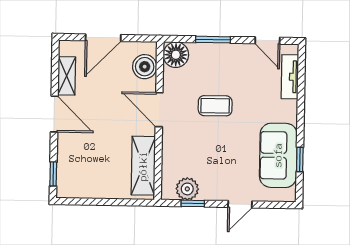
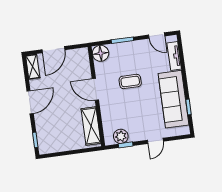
boiler: (145, 67) -> (82, 64), removed
shelving: (67, 76) -> (33, 67), moved
door: (54, 114) -> (30, 102), hinge flipped
sofa: (278, 155) -> (174, 99), width x1.36

